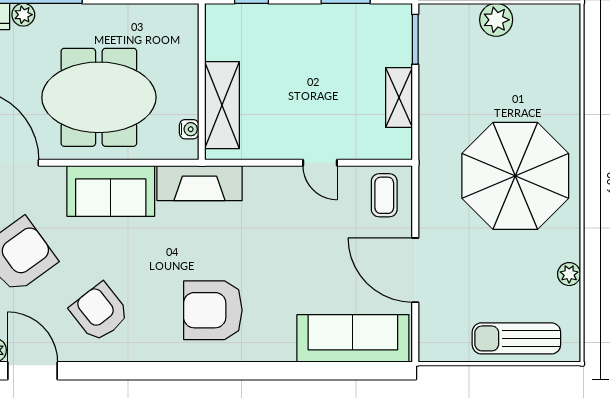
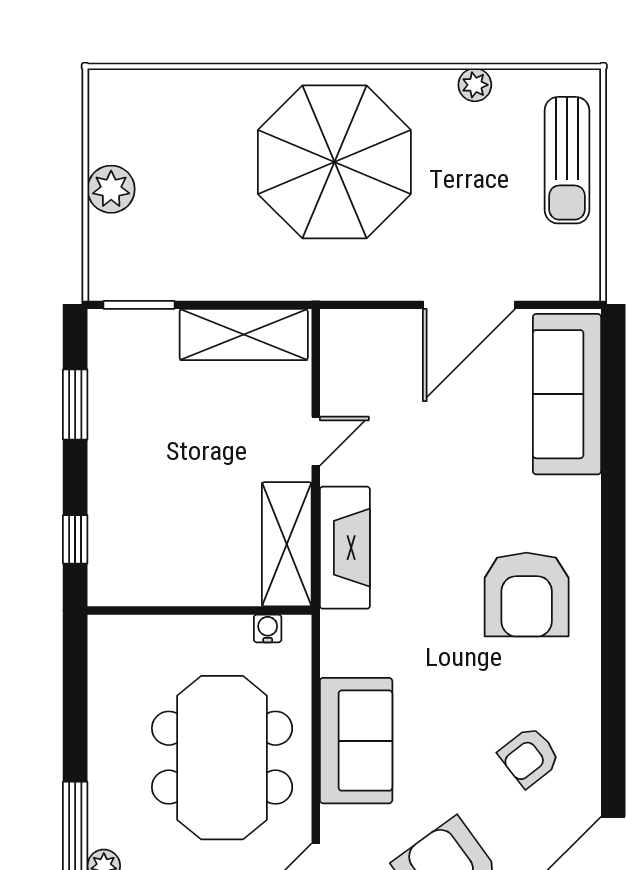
shelving: (399, 98) -> (244, 335), width x1.50, depth x1.33
shelving: (222, 105) -> (287, 544), moved, turned 90
fireplace: (200, 183) -> (345, 548), moved
coffee table: (384, 195) -> (362, 349), removed
armchair: (99, 312) -> (529, 757), width x0.72, depth x0.72

